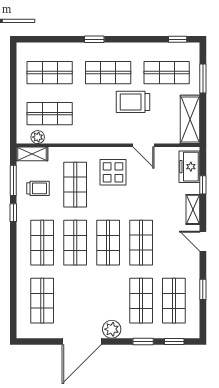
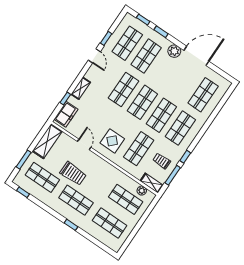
door: (203, 241) -> (94, 56), moved

